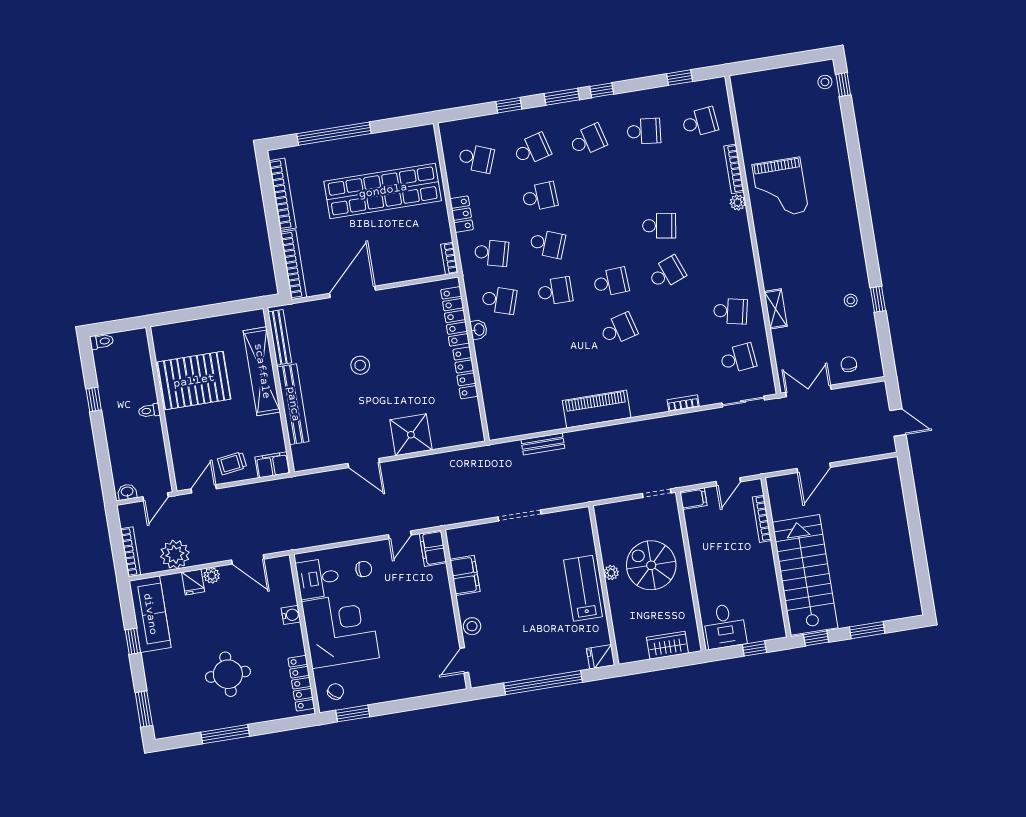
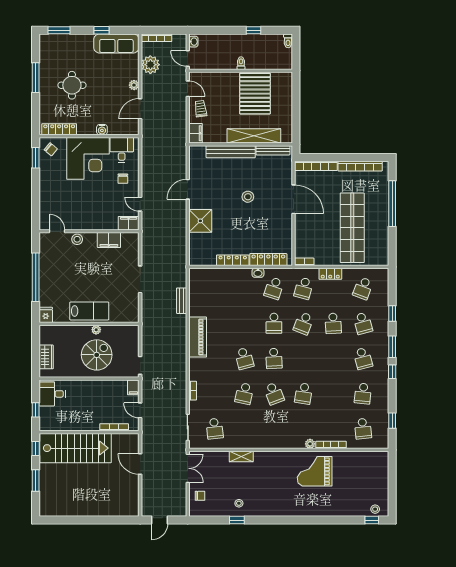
school desk: (730, 311) -> (244, 393), moved
fridge: (193, 582) -> (132, 73), removed

